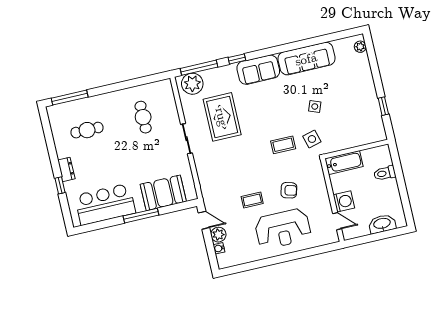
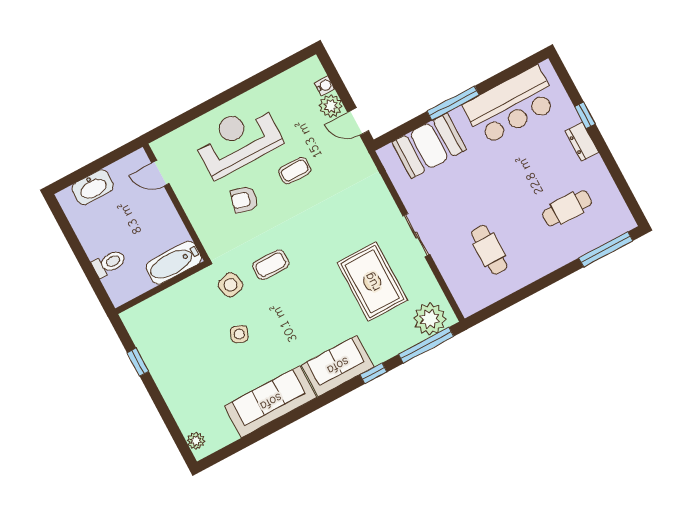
washing machine: (344, 201) -> (158, 205), removed

